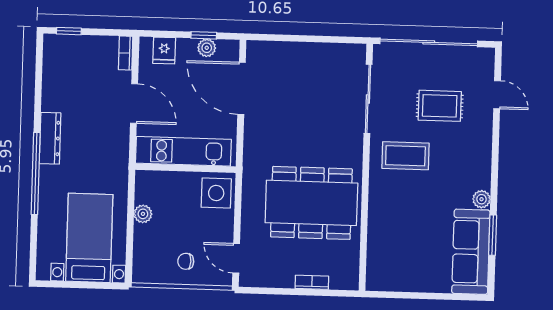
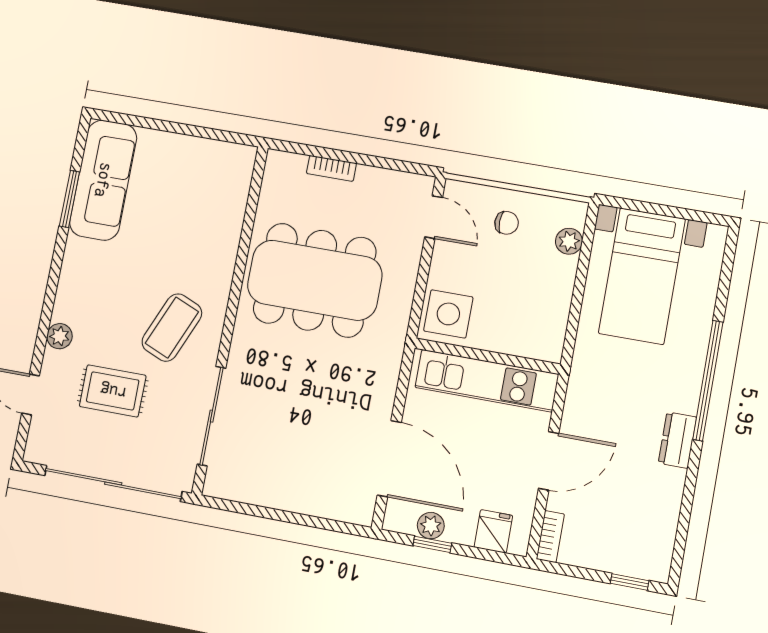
door: (134, 104) -> (549, 461), swing flipped
dresser: (50, 138) -> (677, 440), width x0.70
coffee table: (405, 156) -> (172, 328), turned -67
plant: (482, 199) -> (60, 336), moved
plant: (143, 214) -> (569, 241), moved

